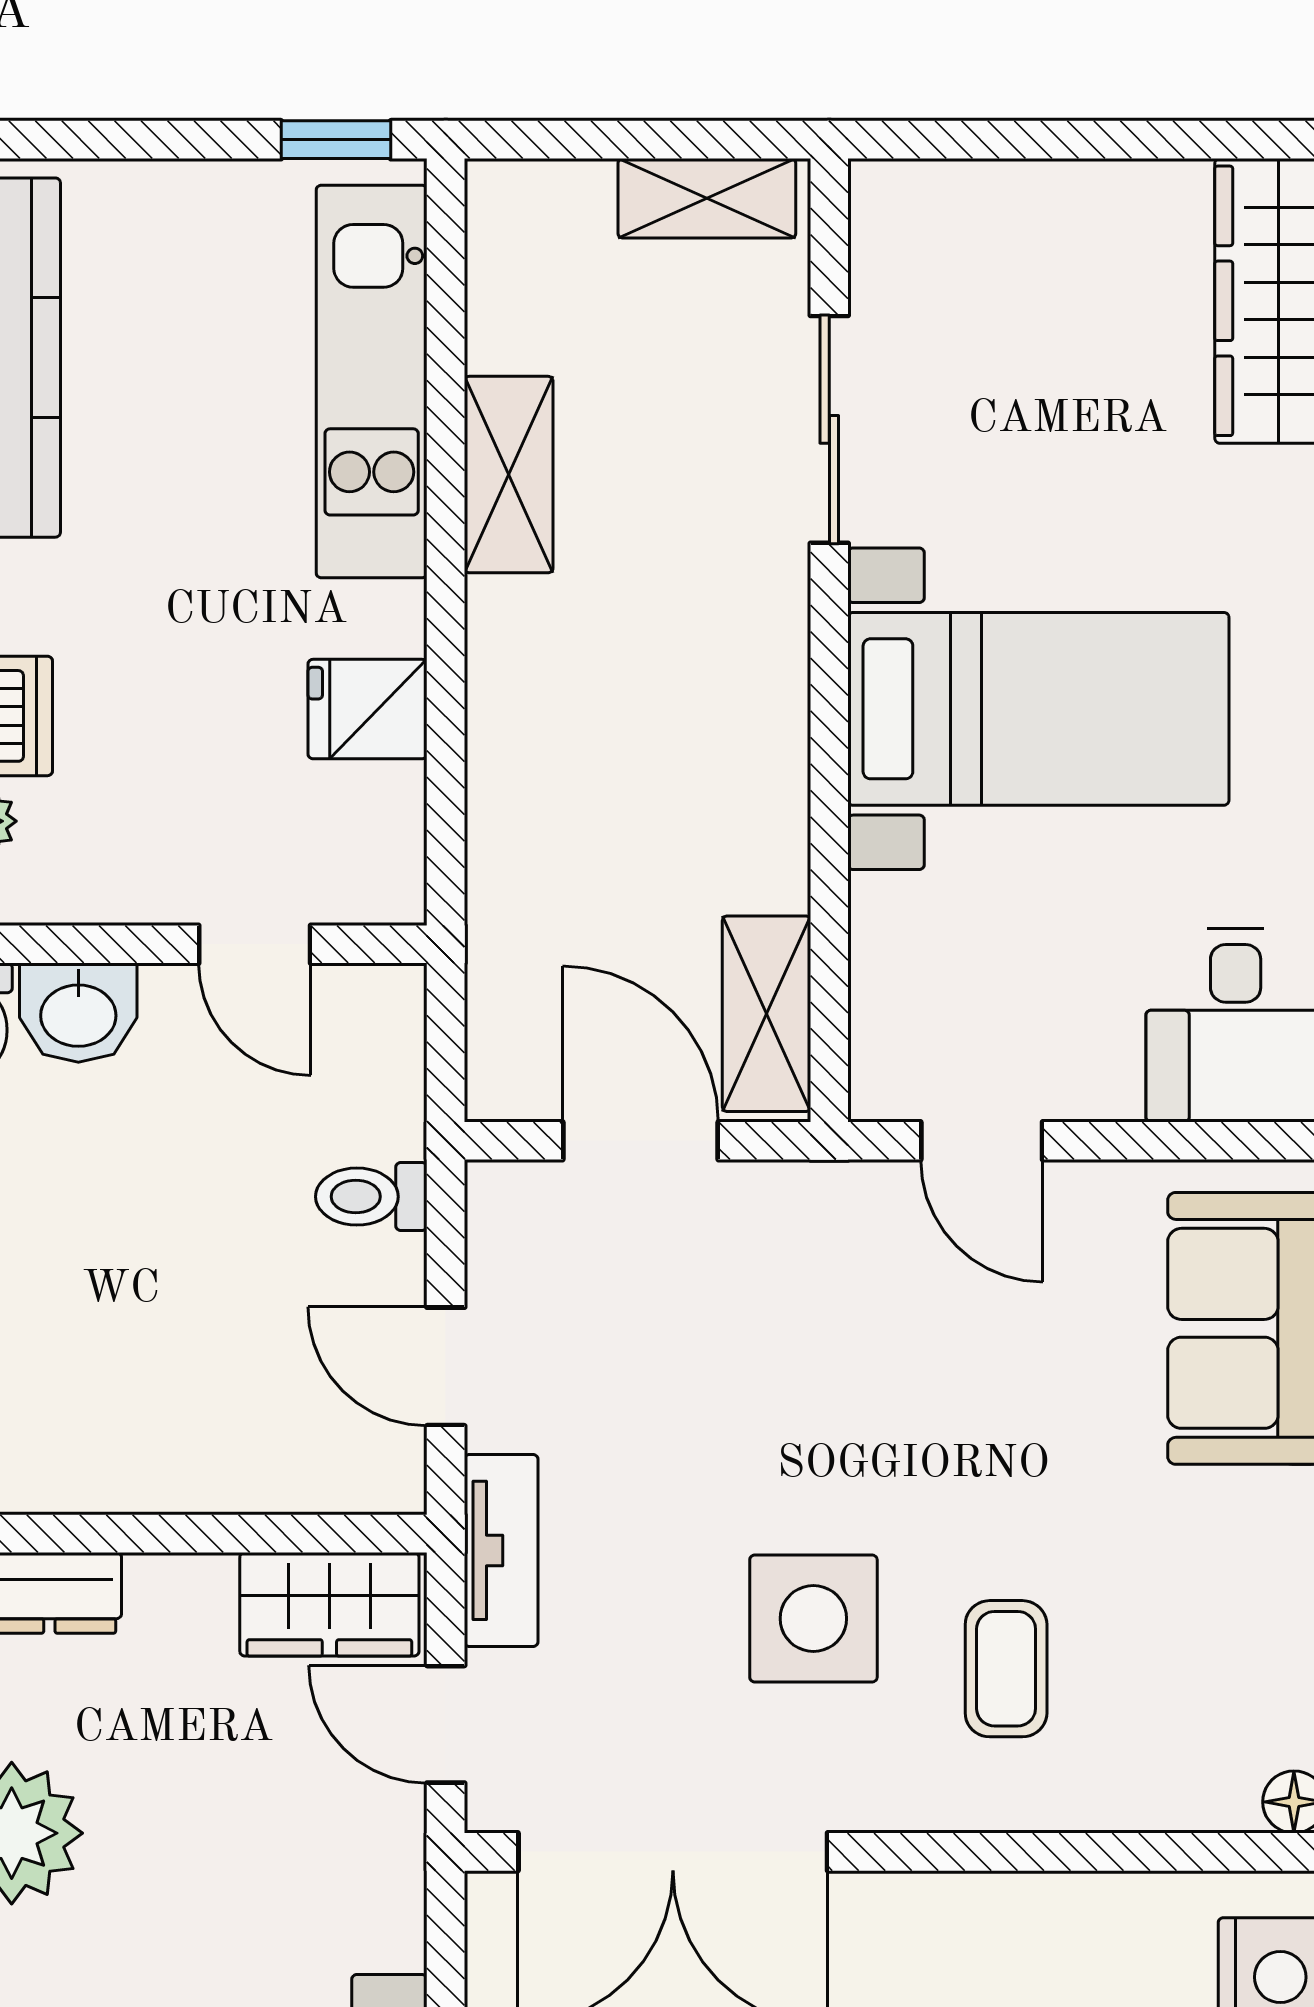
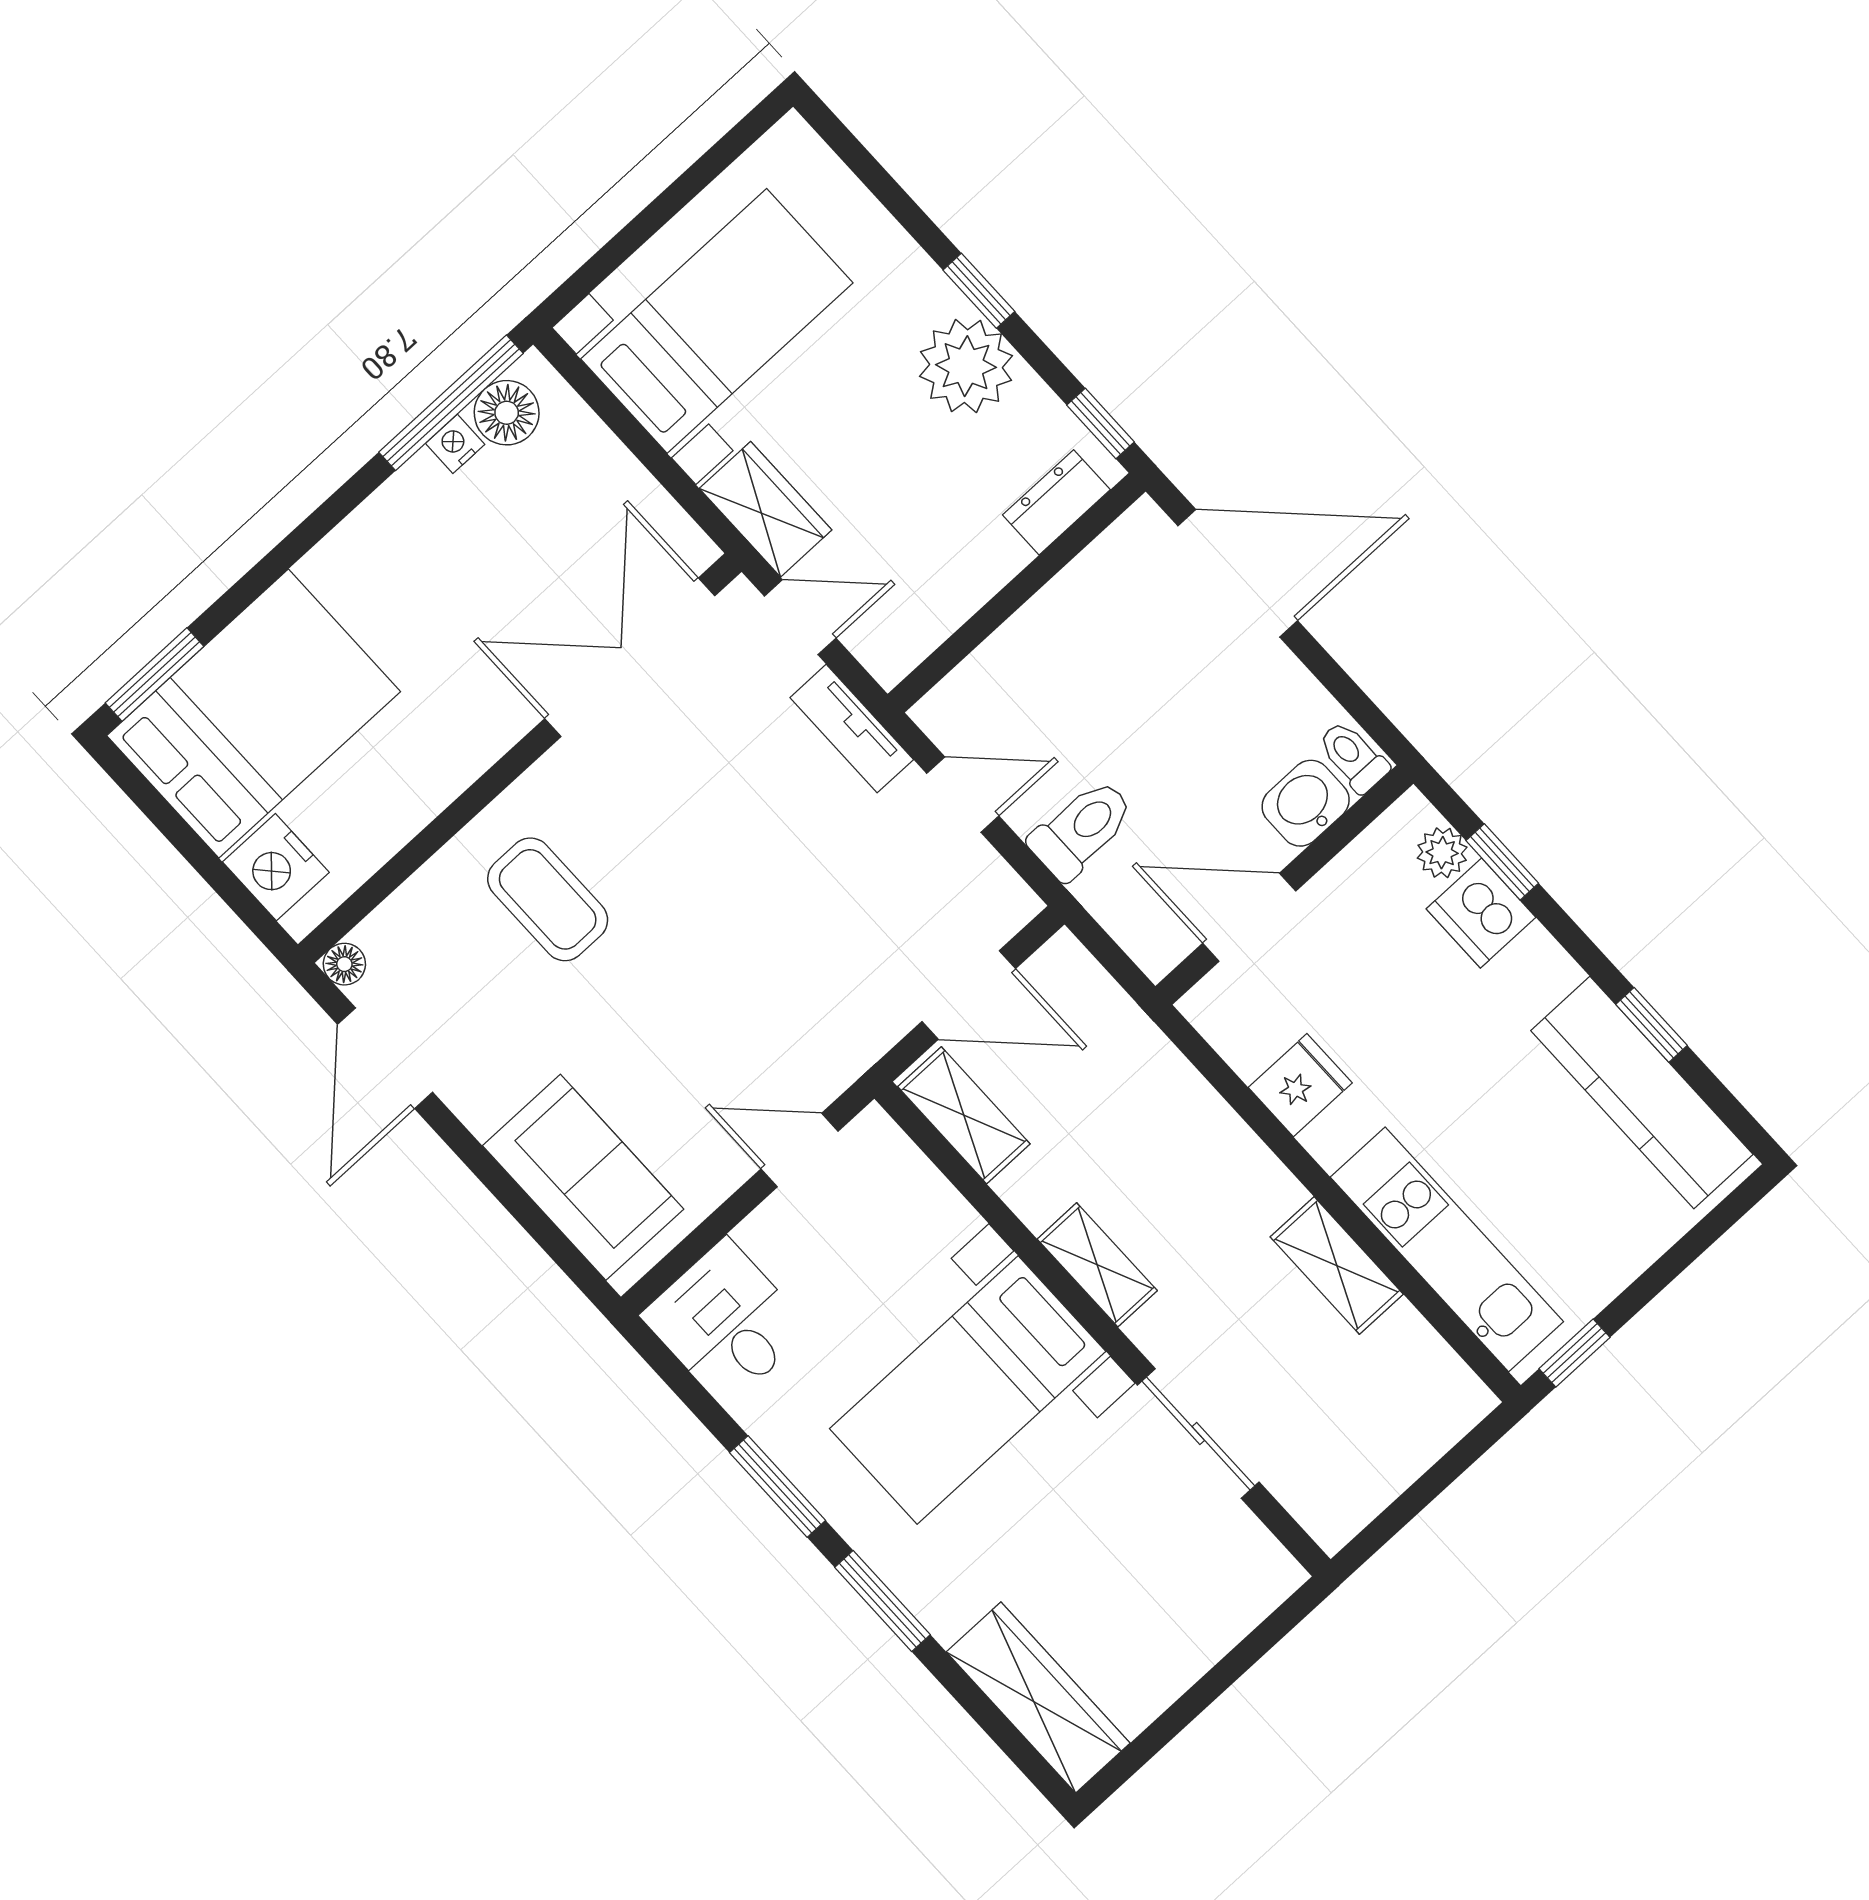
shelving: (707, 198) -> (1097, 1265), moved, turned 90
door: (255, 944) -> (1249, 917), width x1.38
toilet: (371, 1197) -> (1082, 829), width x1.37, depth x1.39
wardrobe: (329, 1604) -> (766, 509), moved, turned 90
side table: (813, 1619) -> (666, 837), removed
coffee table: (1006, 1669) -> (548, 899), width x1.36, depth x1.30

